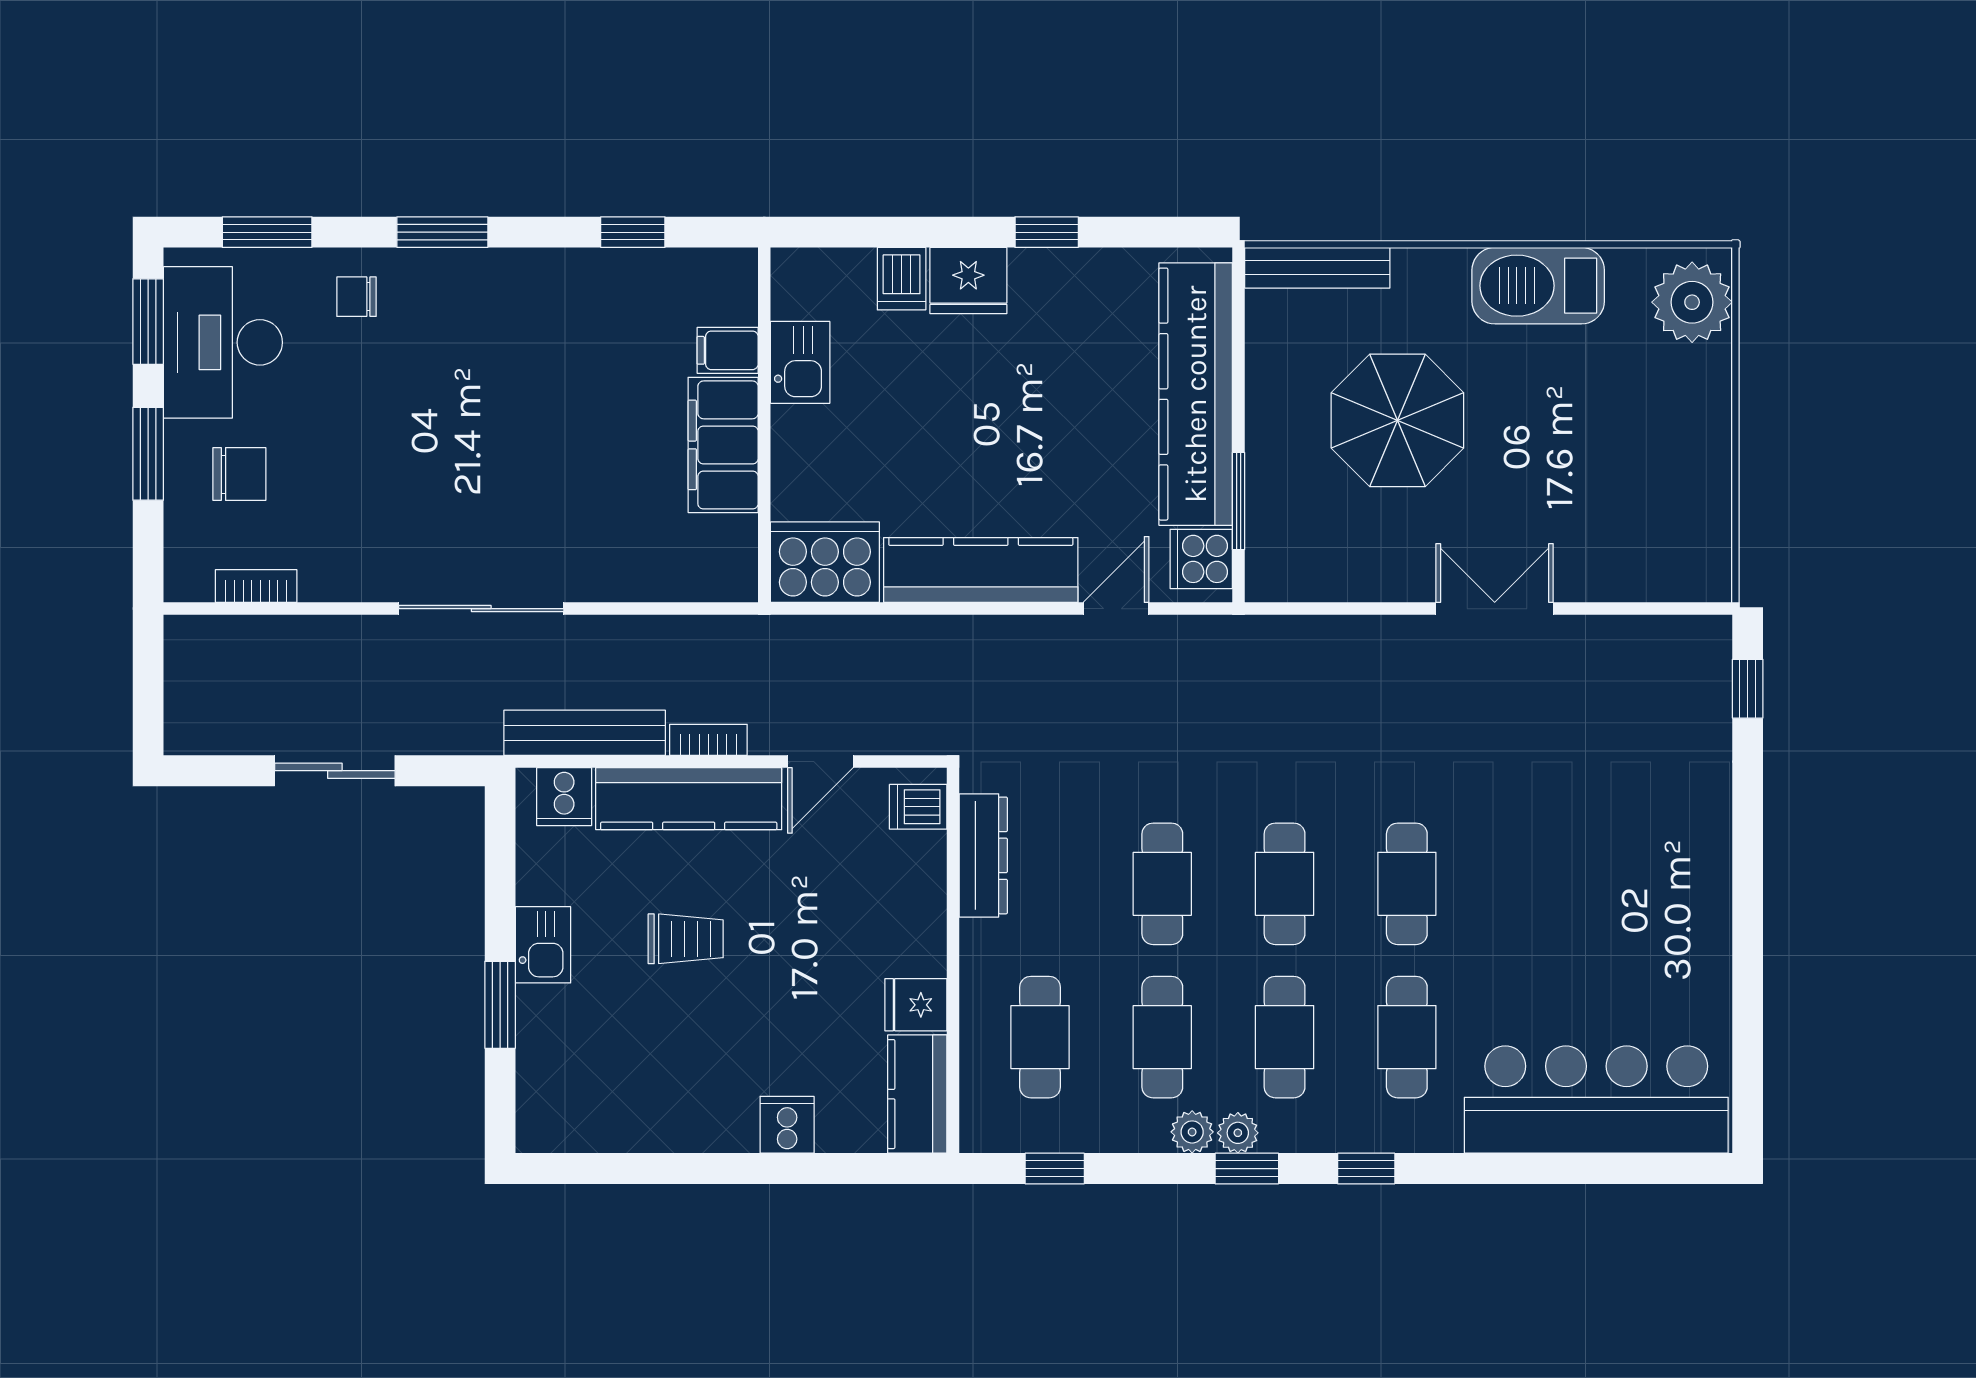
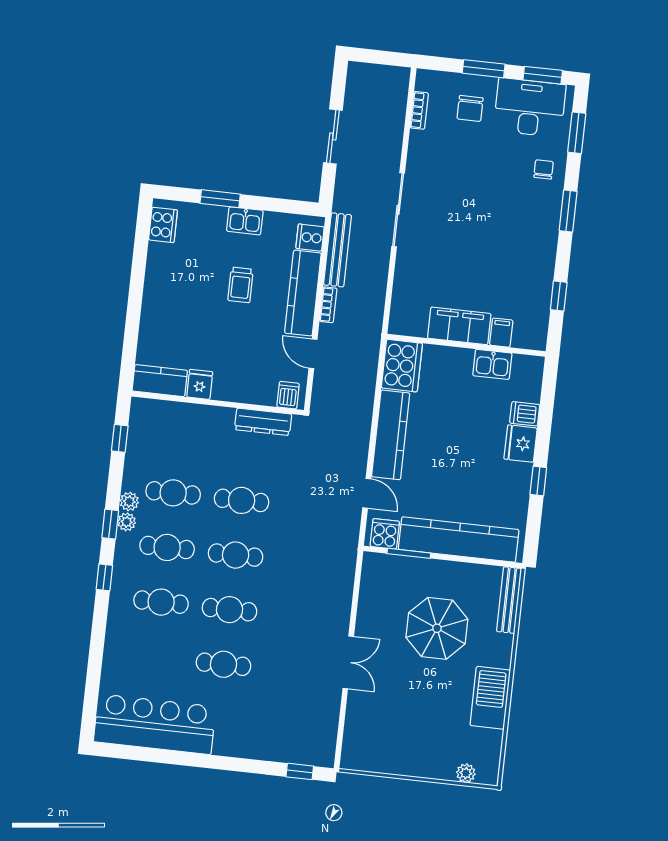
plant: (1692, 302) -> (466, 773), width x0.53, depth x0.53
cafe table: (1040, 1037) -> (223, 664), moved
bar counter: (1596, 1100) -> (155, 724), moved, turned -90
cooker: (787, 1125) -> (163, 225), moved, width x1.36

